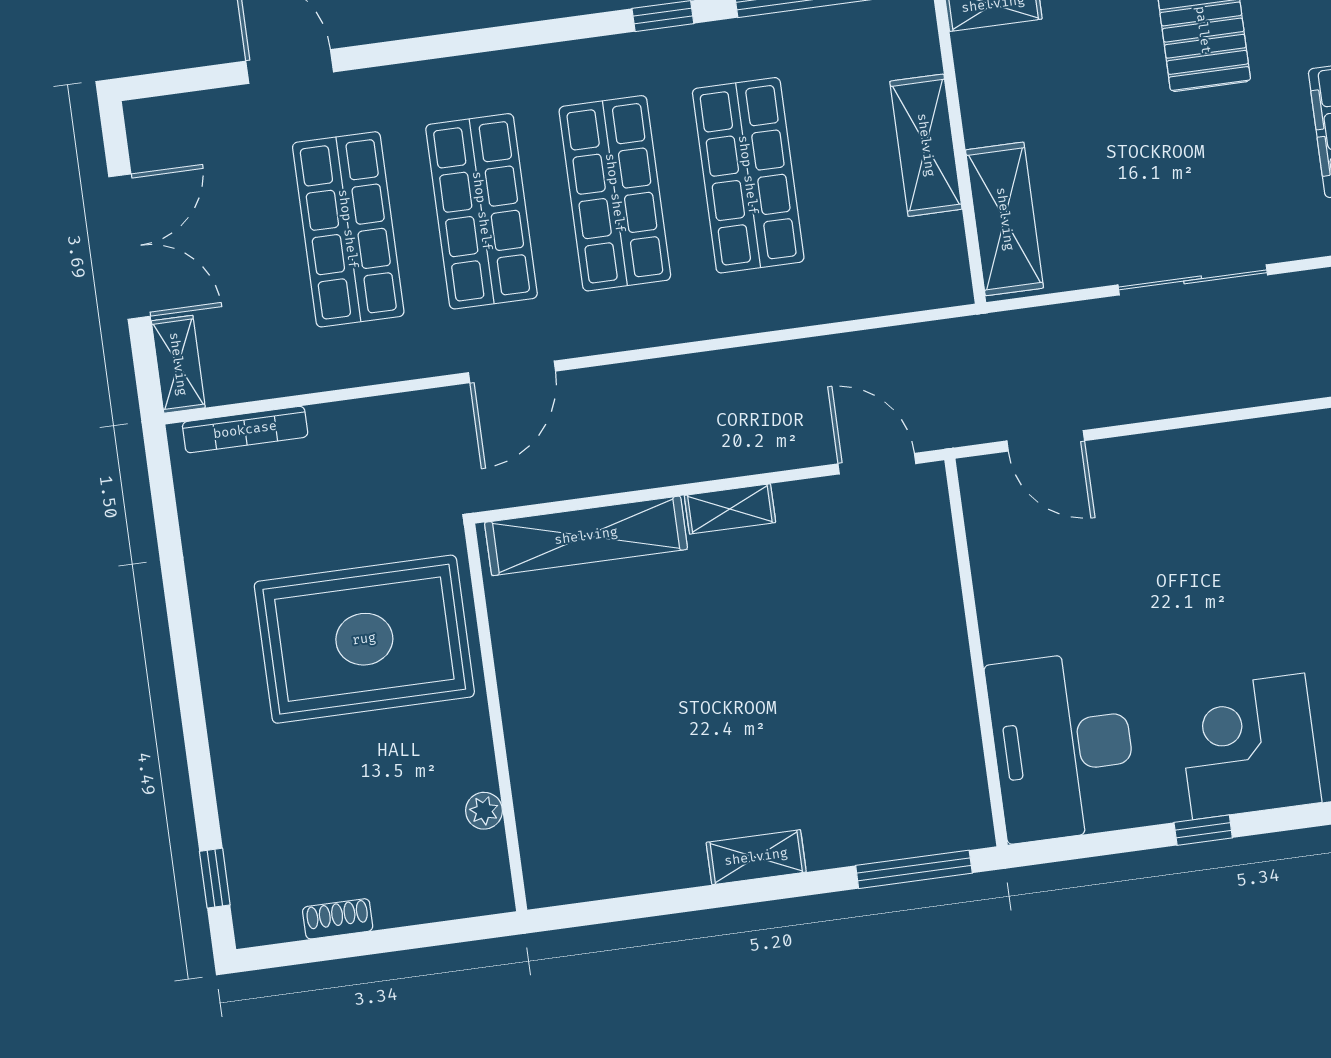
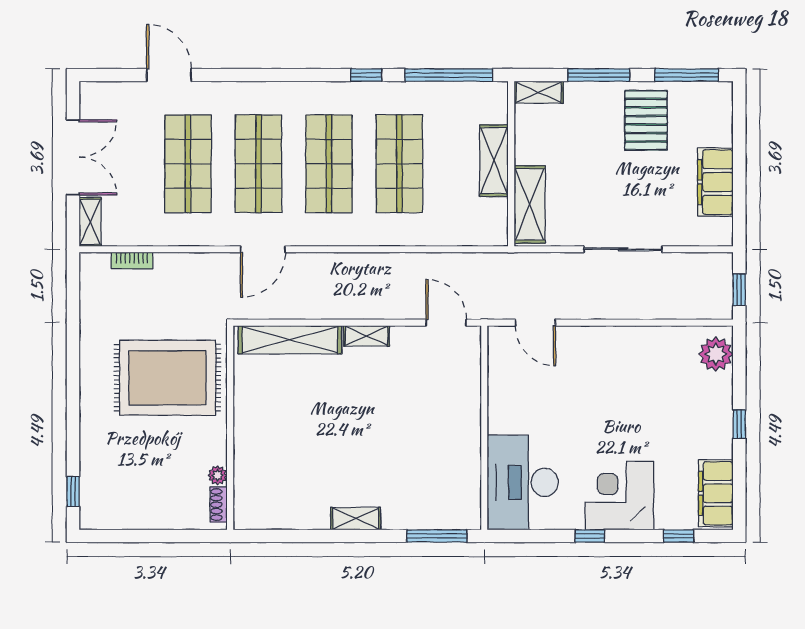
bookcase: (245, 430) -> (132, 261), width x0.64
shoe rack: (338, 919) -> (219, 505), moved, turned -90

